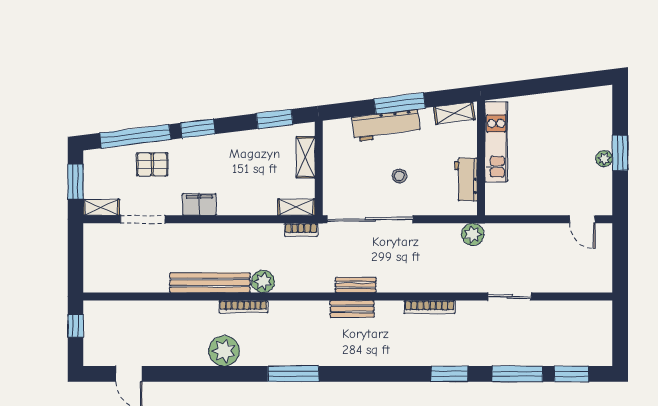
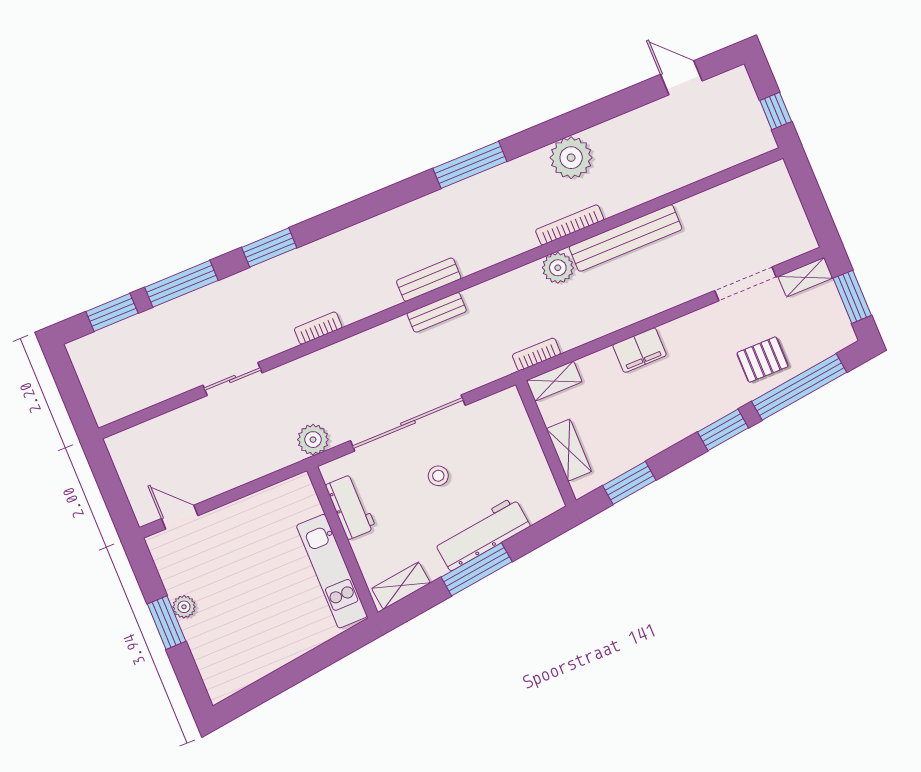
filing cabinet: (199, 204) -> (640, 350), moved
sliding door: (370, 219) -> (408, 423), moved
bookcase: (430, 307) -> (318, 328), width x0.64

